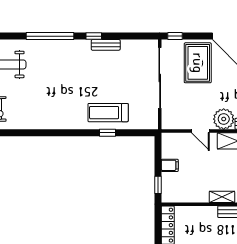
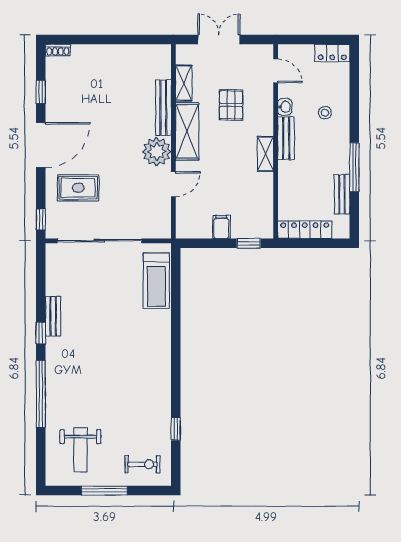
rug: (198, 63) -> (78, 188), width x0.73, depth x0.70
treadmill: (108, 113) -> (156, 281), moved
window: (108, 133) -> (176, 429), moved

